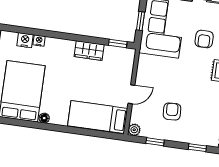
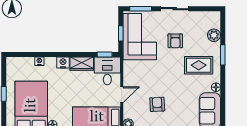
nightstand: (25, 40) -> (63, 63), moved
desk: (118, 63) -> (107, 71), added

